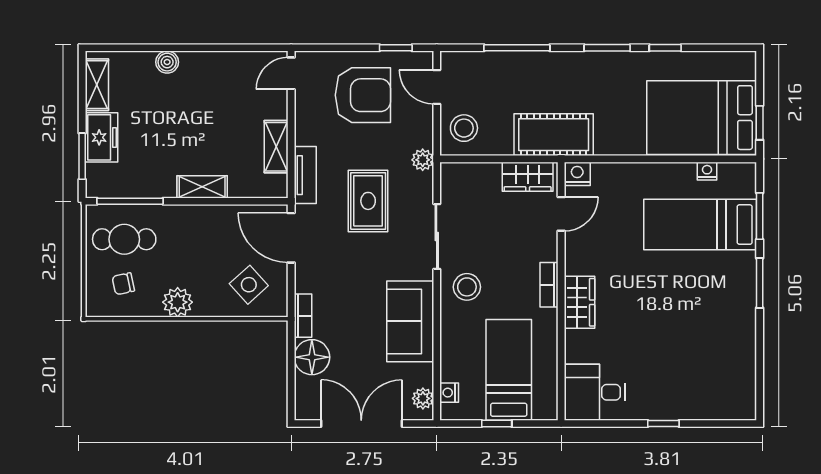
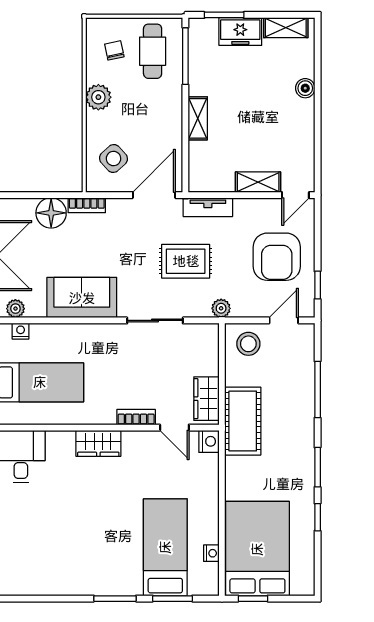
door: (291, 73) -> (295, 195), swing flipped
shelving: (276, 147) -> (258, 182), moved
bookcase: (549, 285) -> (136, 417), moved
stool: (467, 287) -> (112, 346), removed

